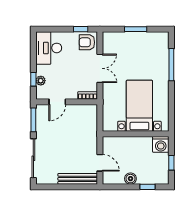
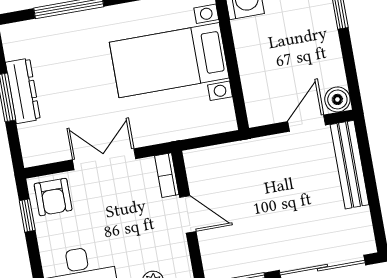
dresser: (137, 37) -> (23, 91), added
door: (57, 102) -> (188, 214), moved
boiler: (130, 179) -> (337, 99), moved

